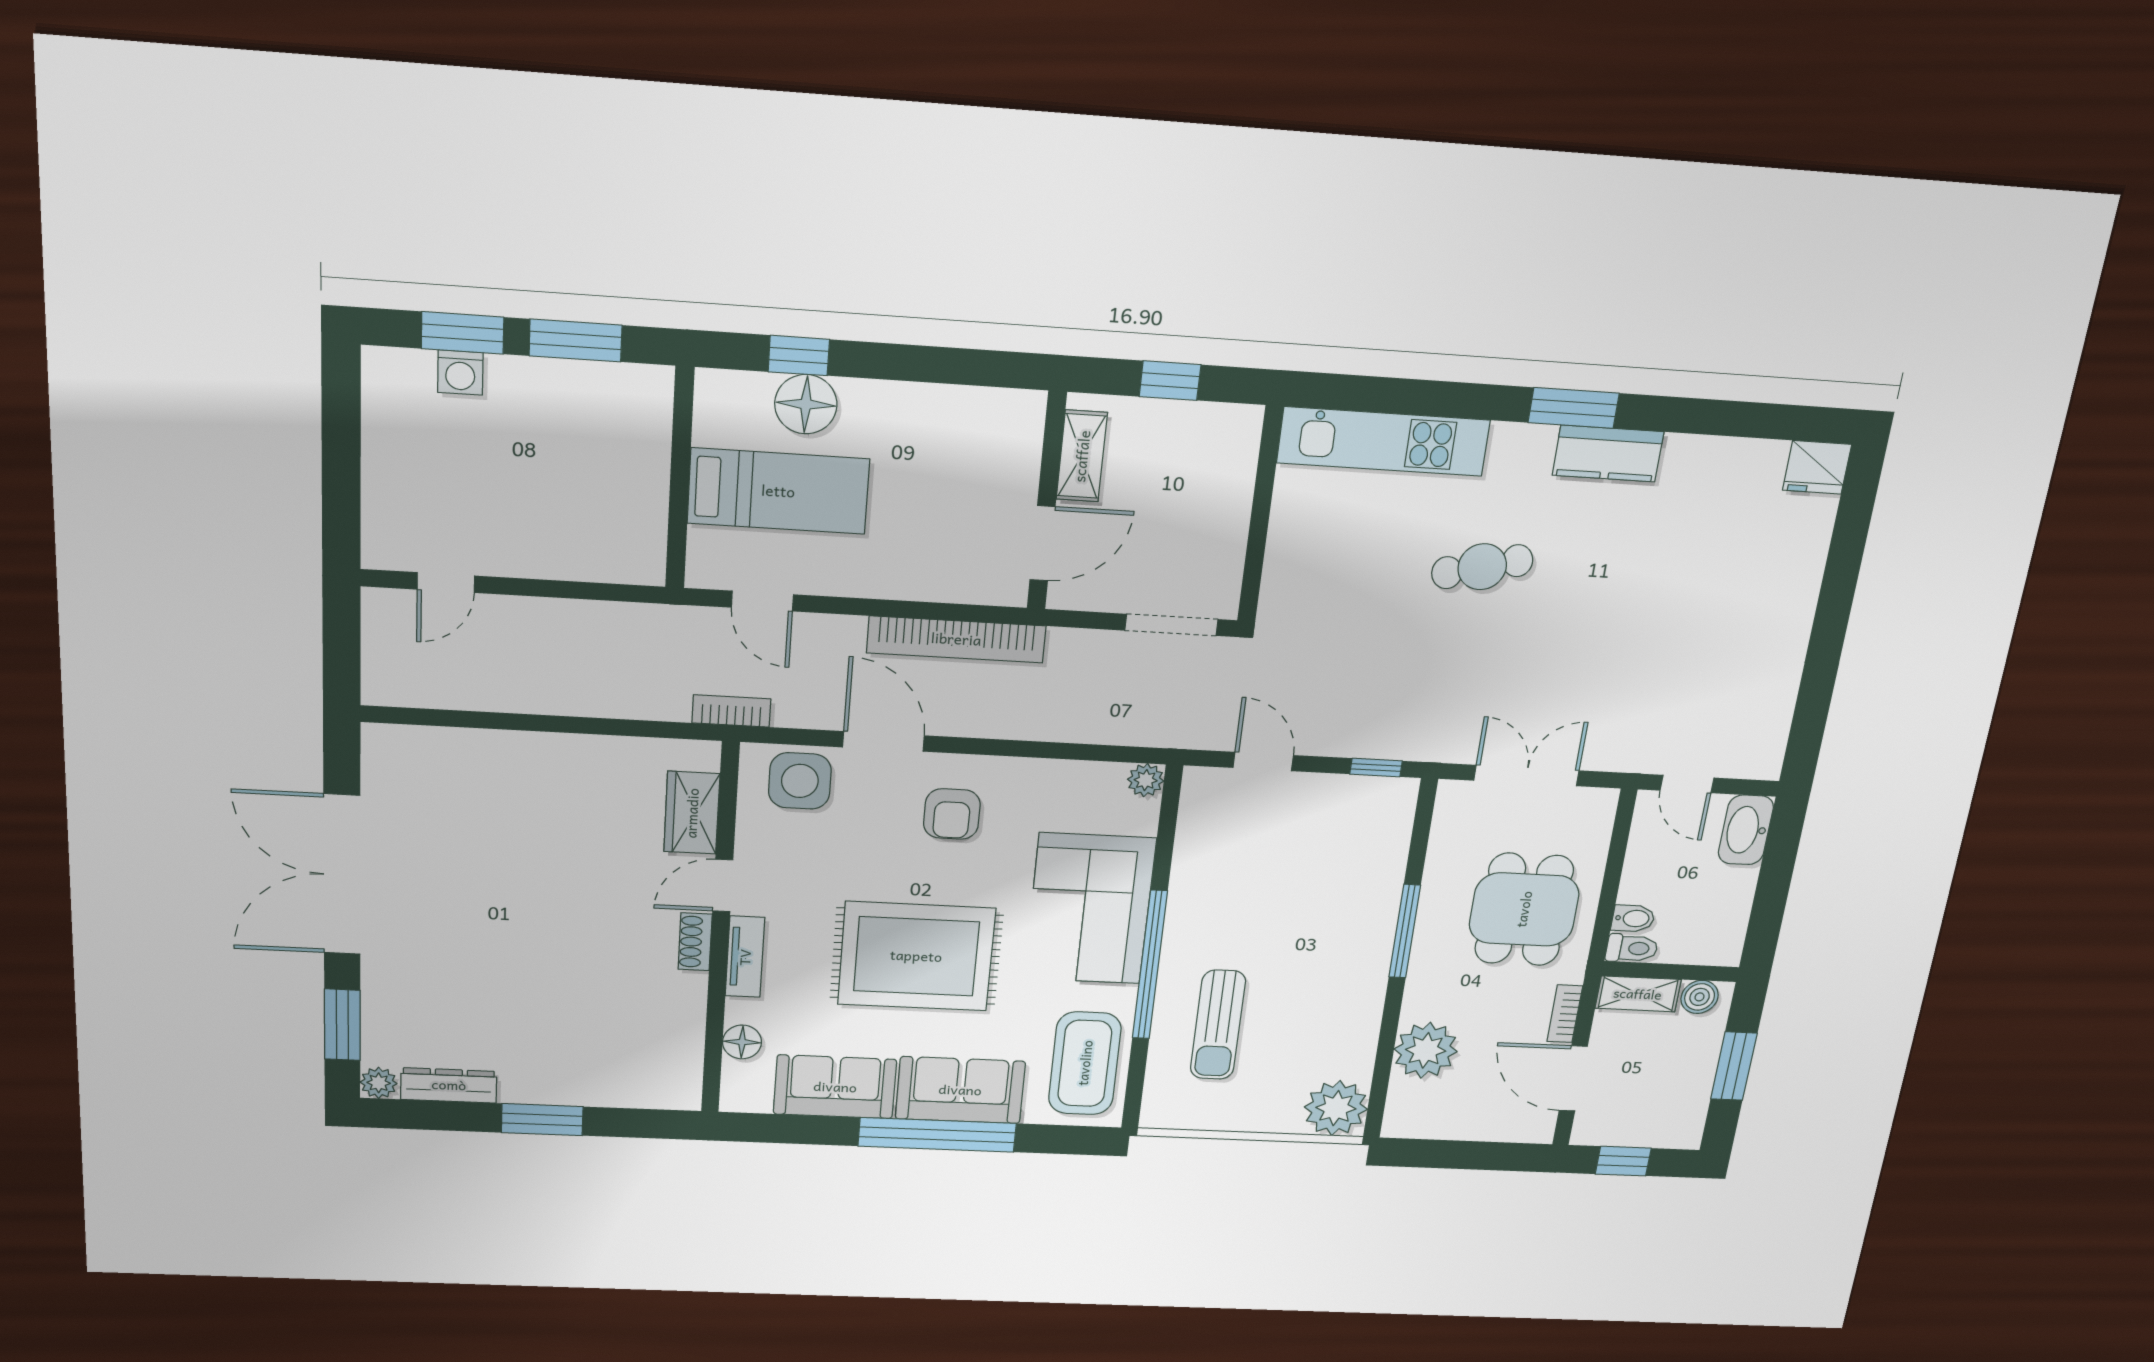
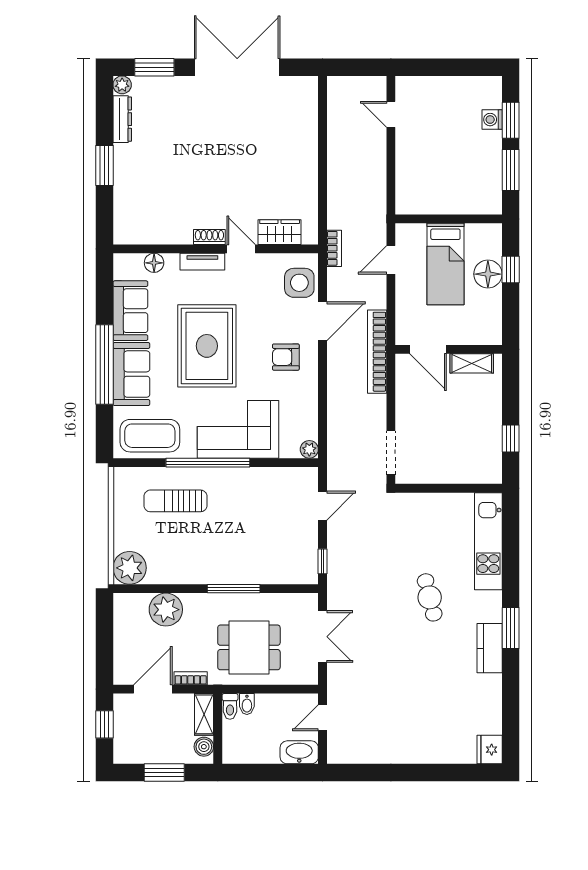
shelving: (1082, 456) -> (472, 363), moved
wall: (1047, 502) -> (449, 349), moved
door: (1043, 543) -> (428, 349), moved

